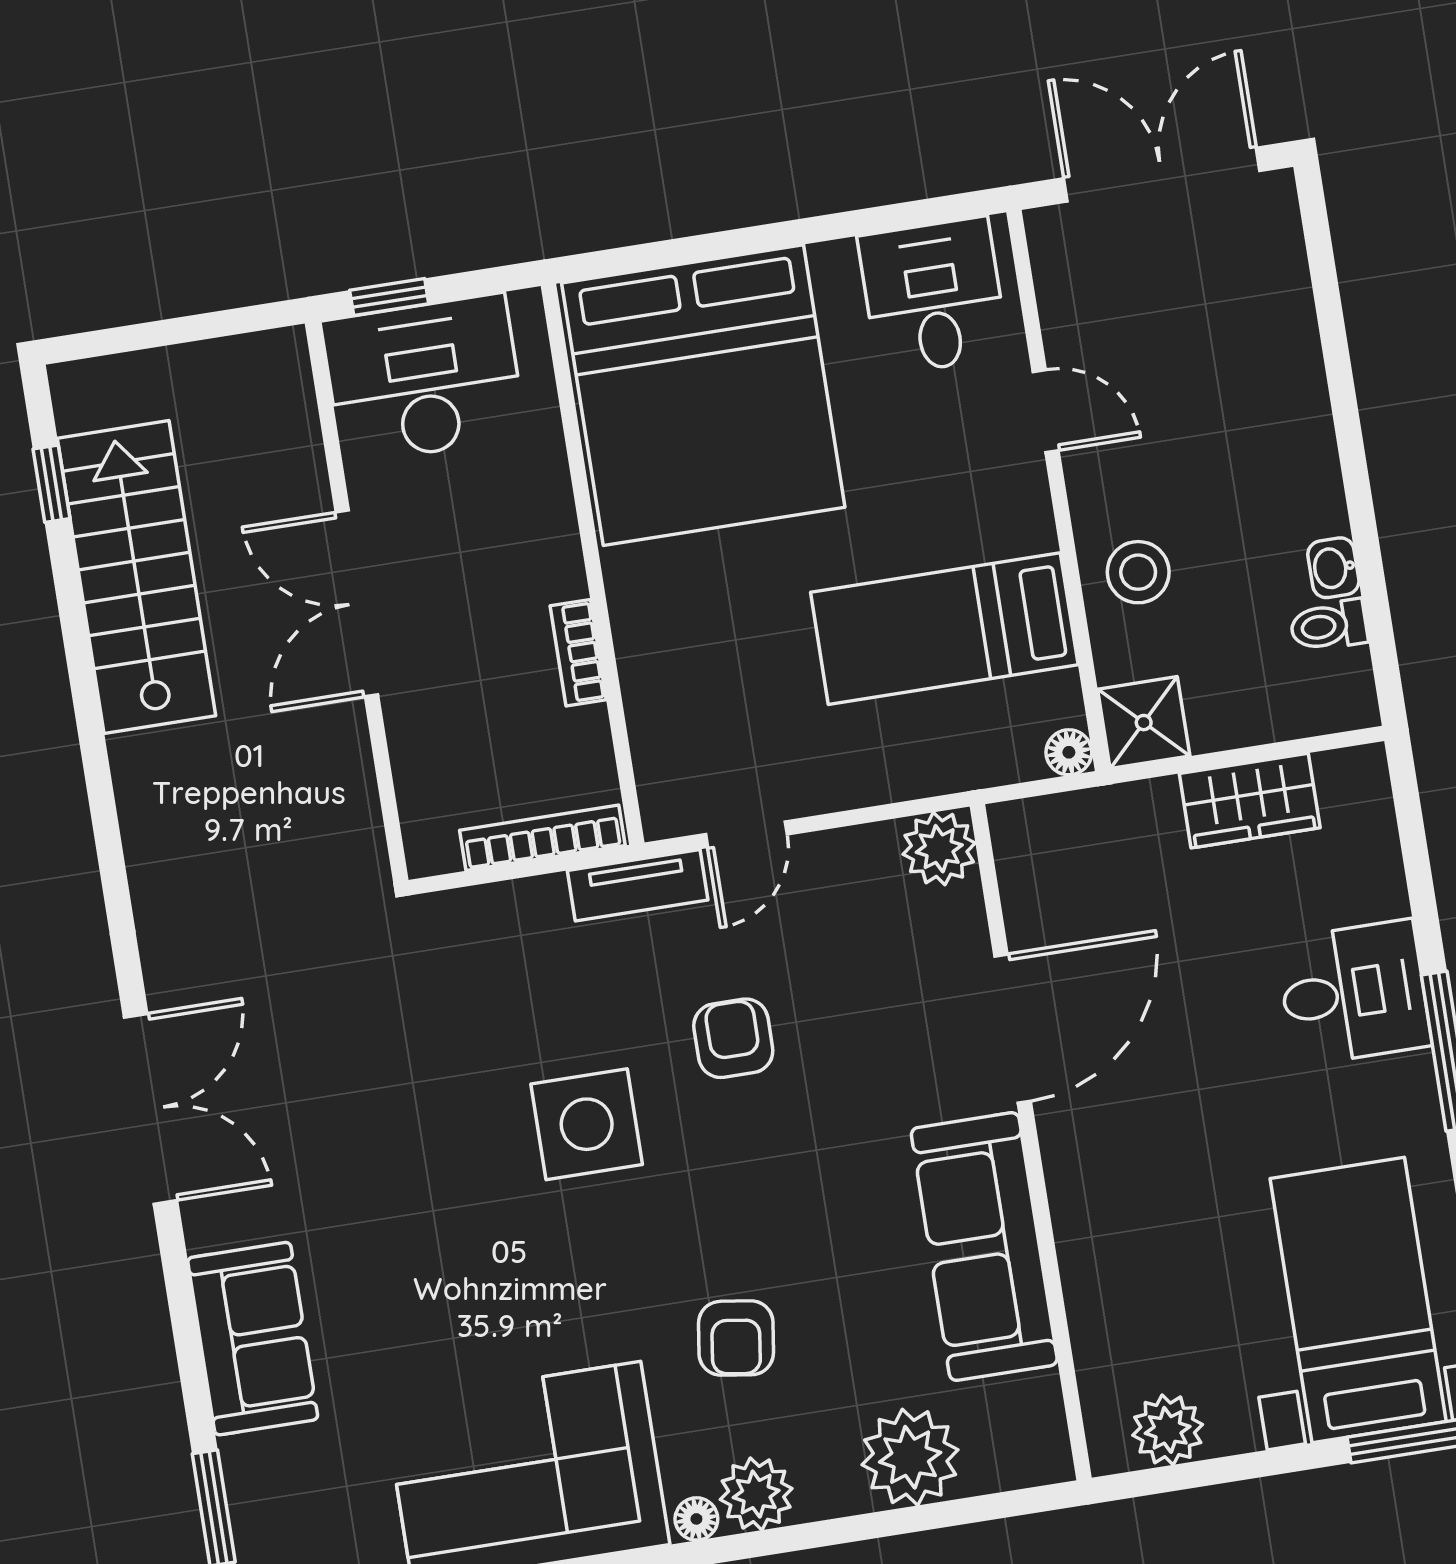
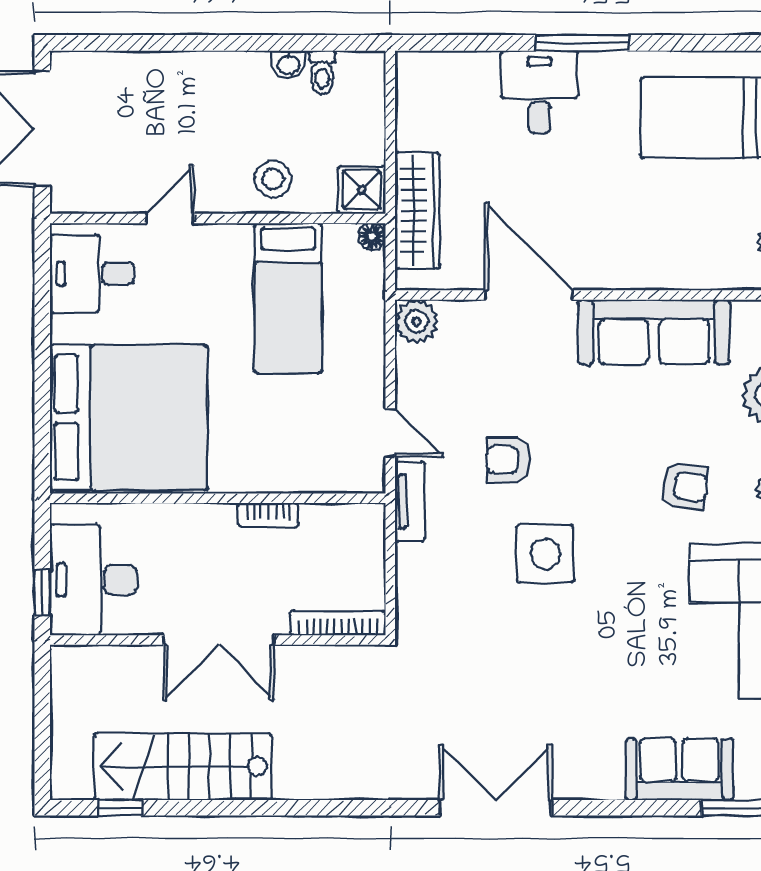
wardrobe: (1250, 801) -> (417, 211), moved, width x1.50
bookcase: (542, 838) -> (338, 623), moved, turned 90
sofa: (253, 1339) -> (679, 769), moved

